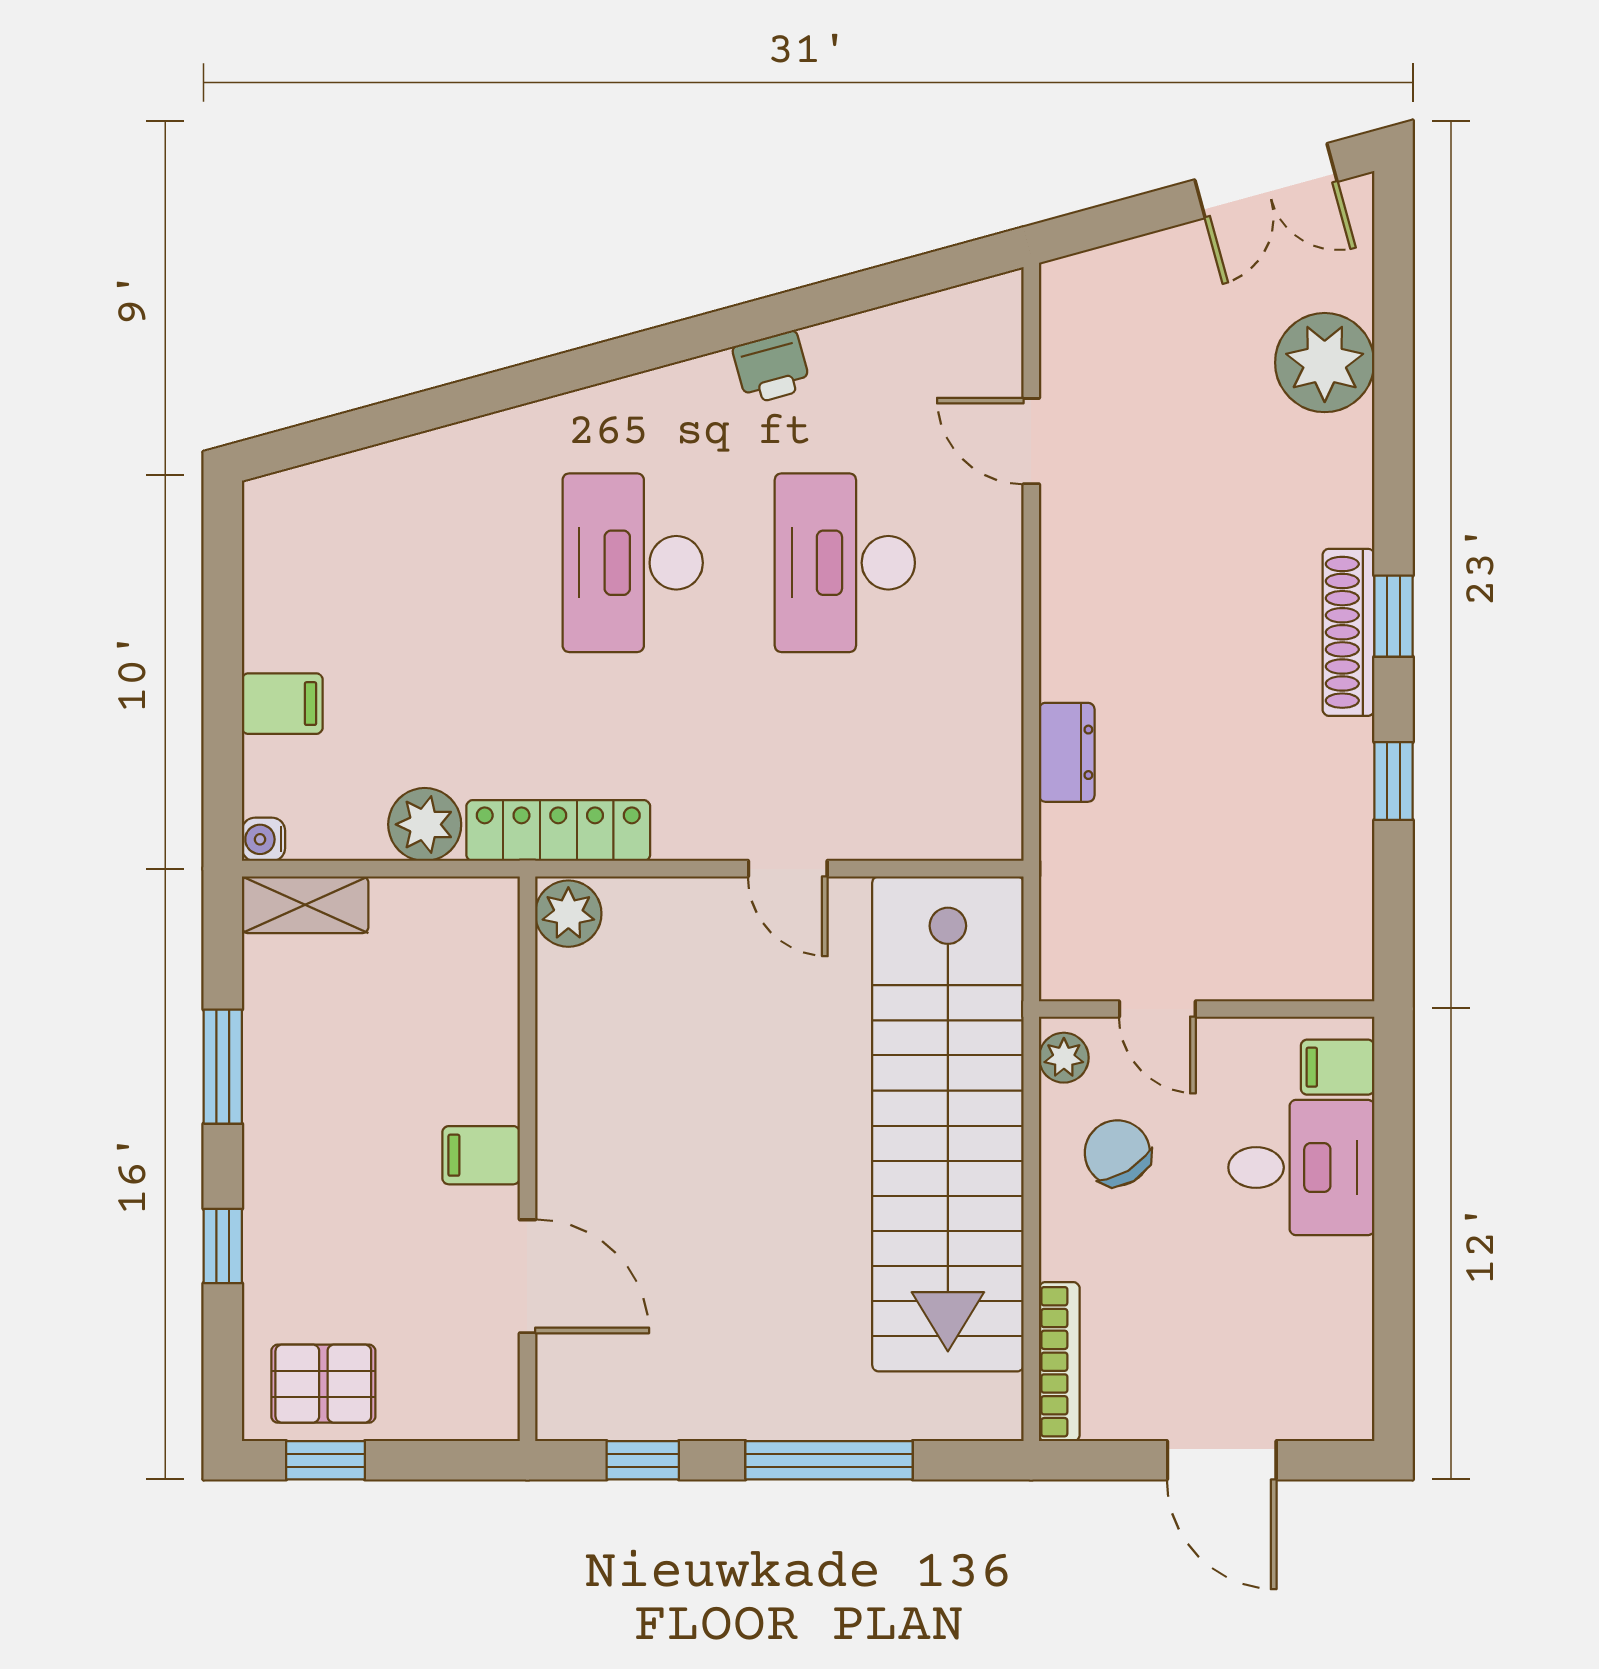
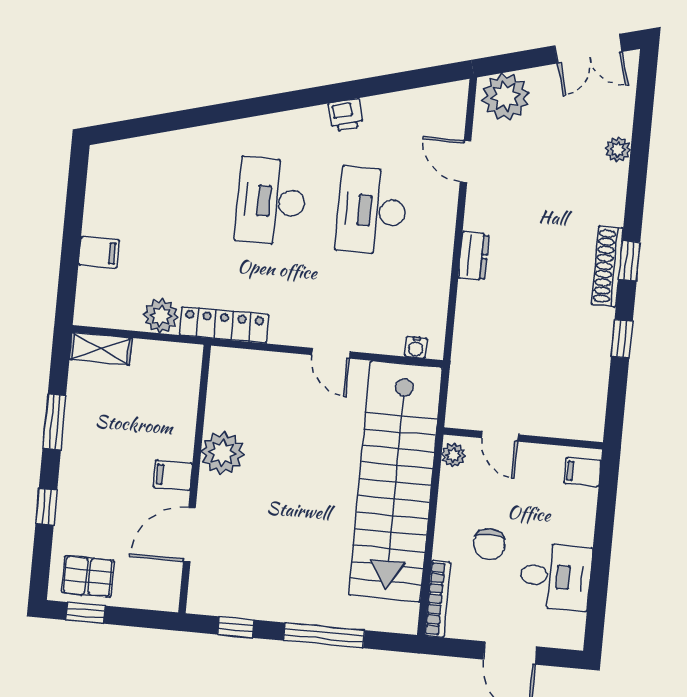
plant: (1102, 297) -> (506, 97), added
plant: (1325, 363) -> (618, 149), width x0.53, depth x0.53
dresser: (1067, 752) -> (474, 256), moved
water cooler: (263, 839) -> (416, 347), moved, turned -90
plant: (568, 914) -> (222, 453), moved, width x1.36, depth x1.36
chair: (1117, 1153) -> (489, 544), moved, turned -149
desk: (1301, 1167) -> (555, 577), moved
door: (527, 1276) -> (189, 535), swing flipped

